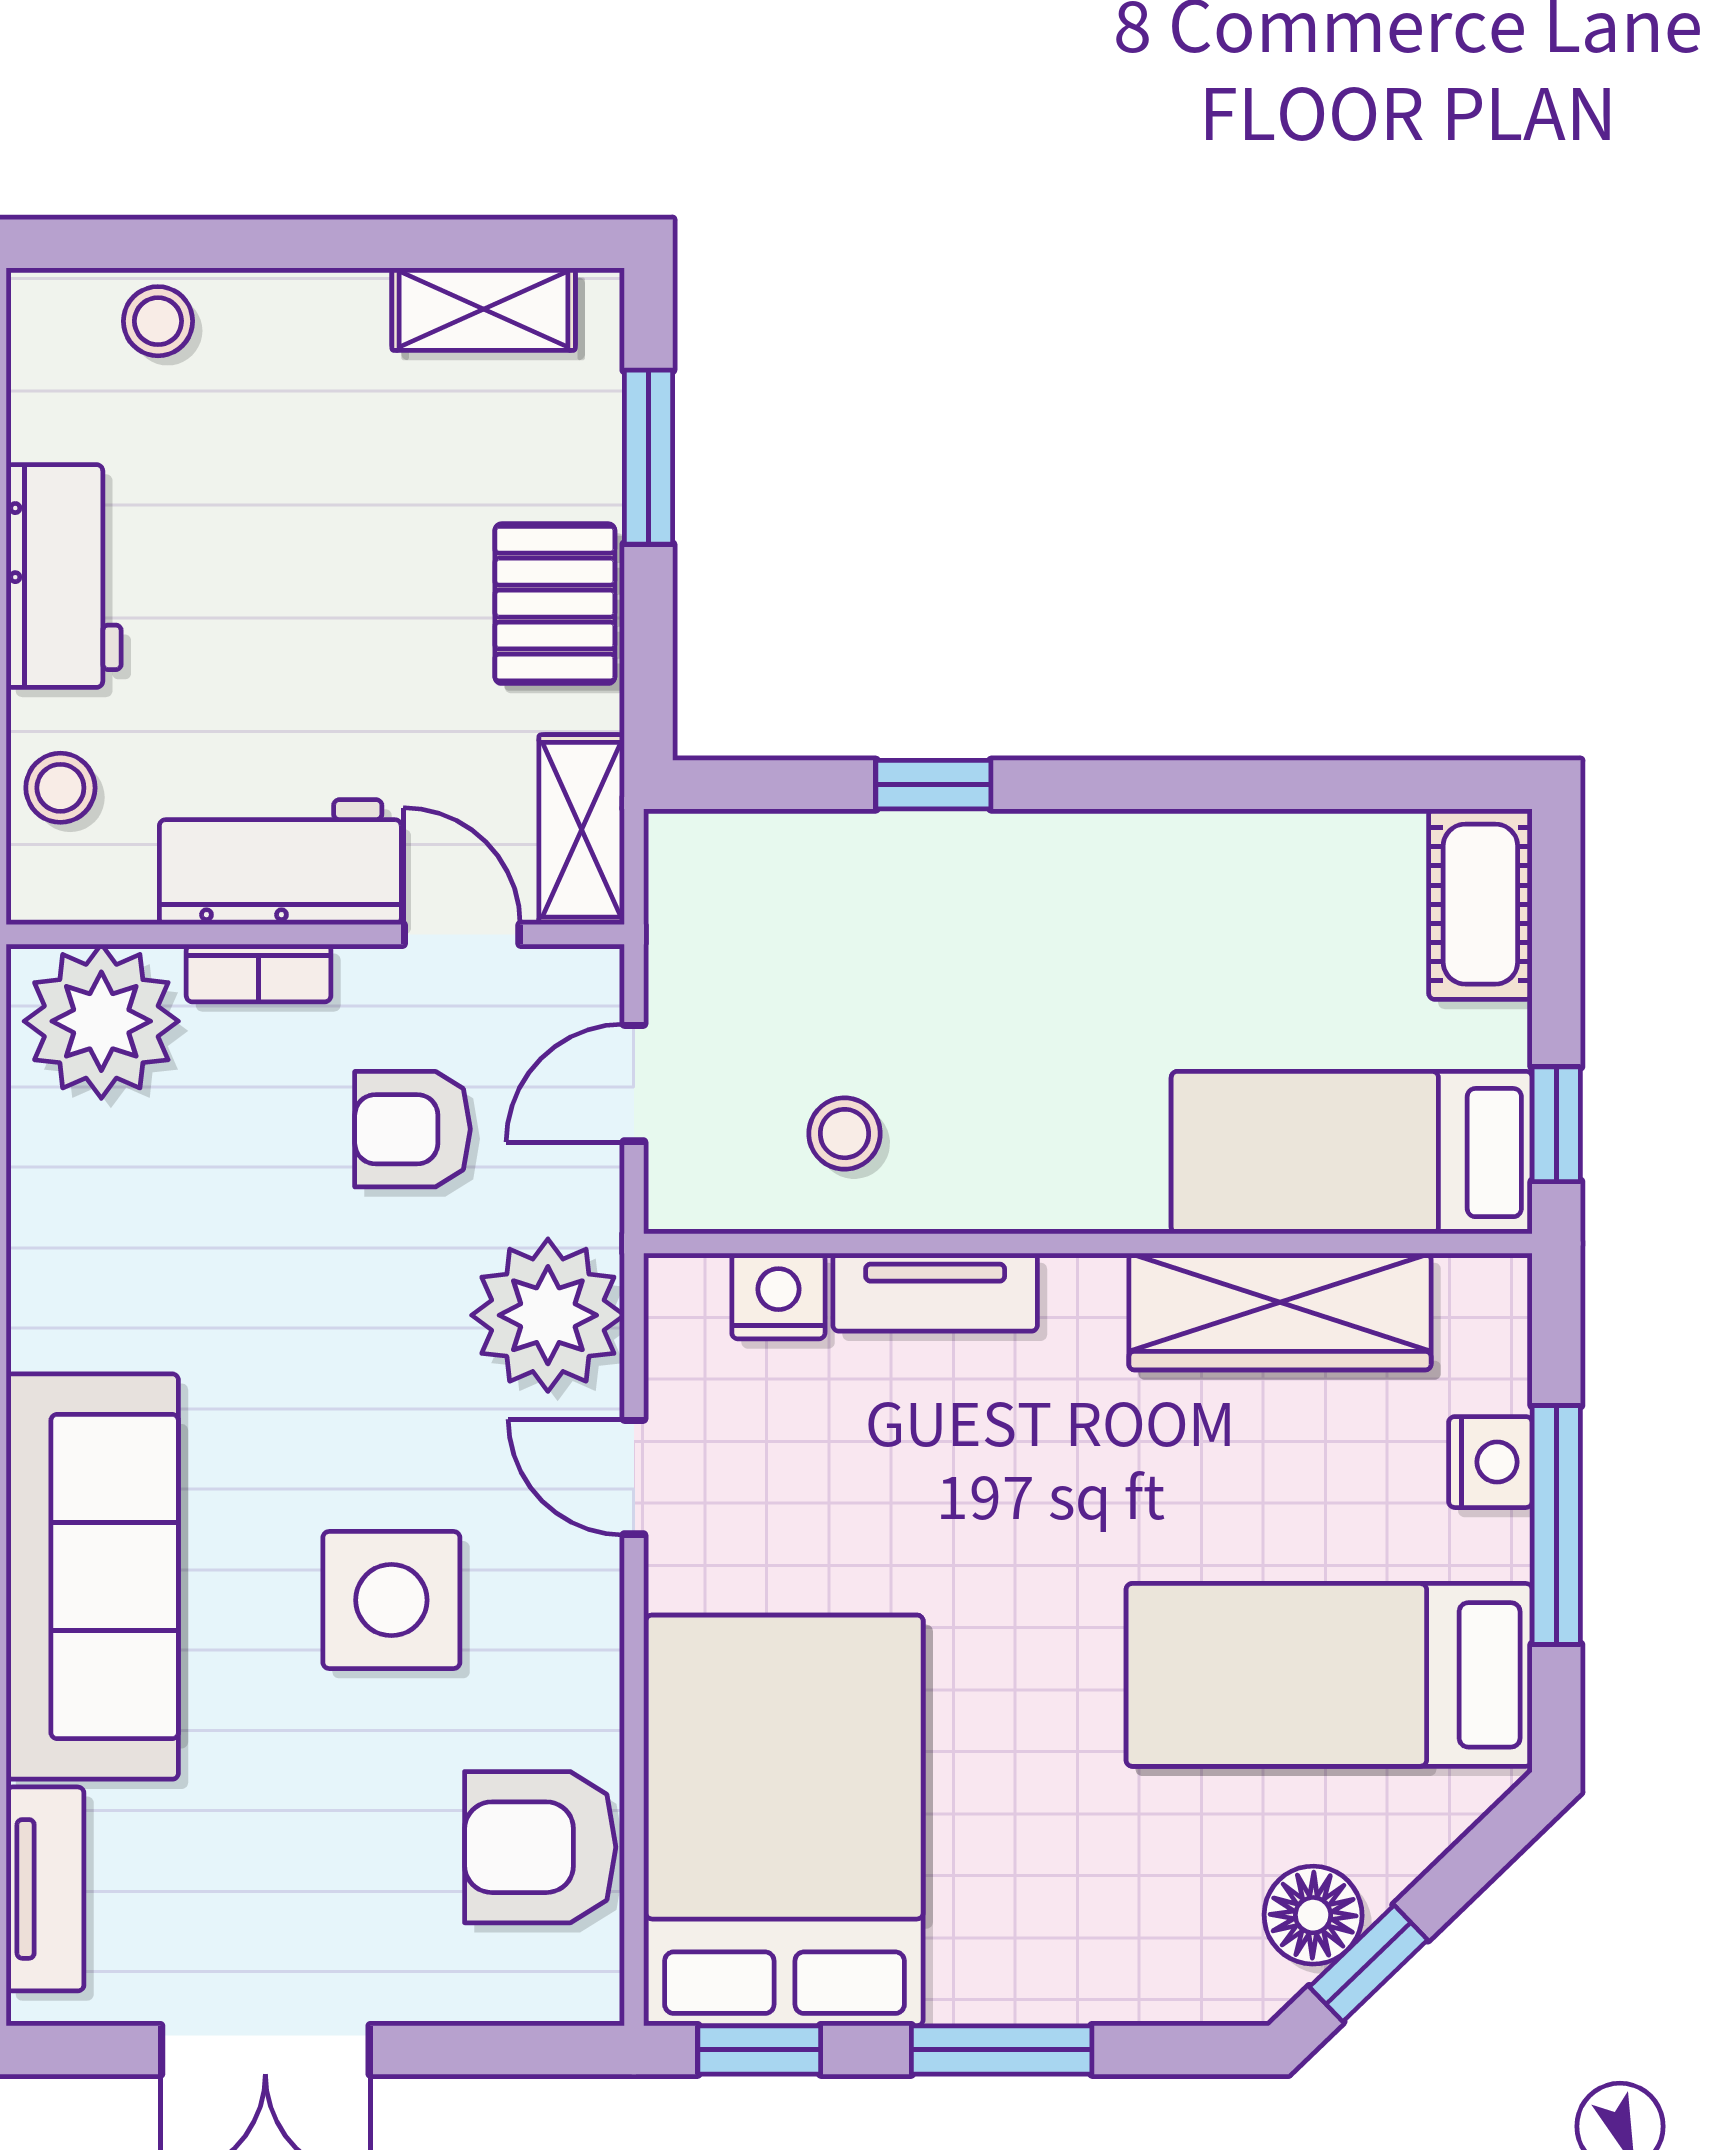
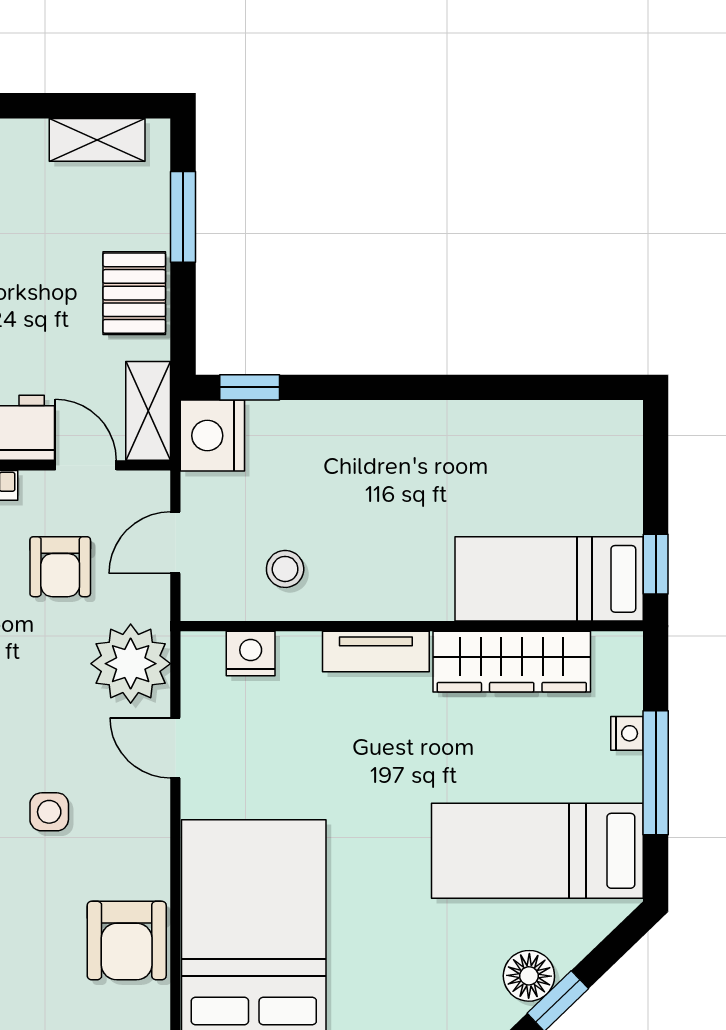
window: (933, 785) -> (250, 387), moved
nightstand: (705, 877) -> (212, 436), added
cot: (1480, 904) -> (616, 450), removed
armchair: (413, 1129) -> (60, 567), turned -90
tv unit: (935, 1292) -> (376, 652), moved
nightstand: (1490, 1462) -> (627, 733), width x0.72, depth x0.74
side table: (391, 1600) -> (49, 812), width x0.54, depth x0.54
armchair: (540, 1847) -> (127, 940), turned -90

